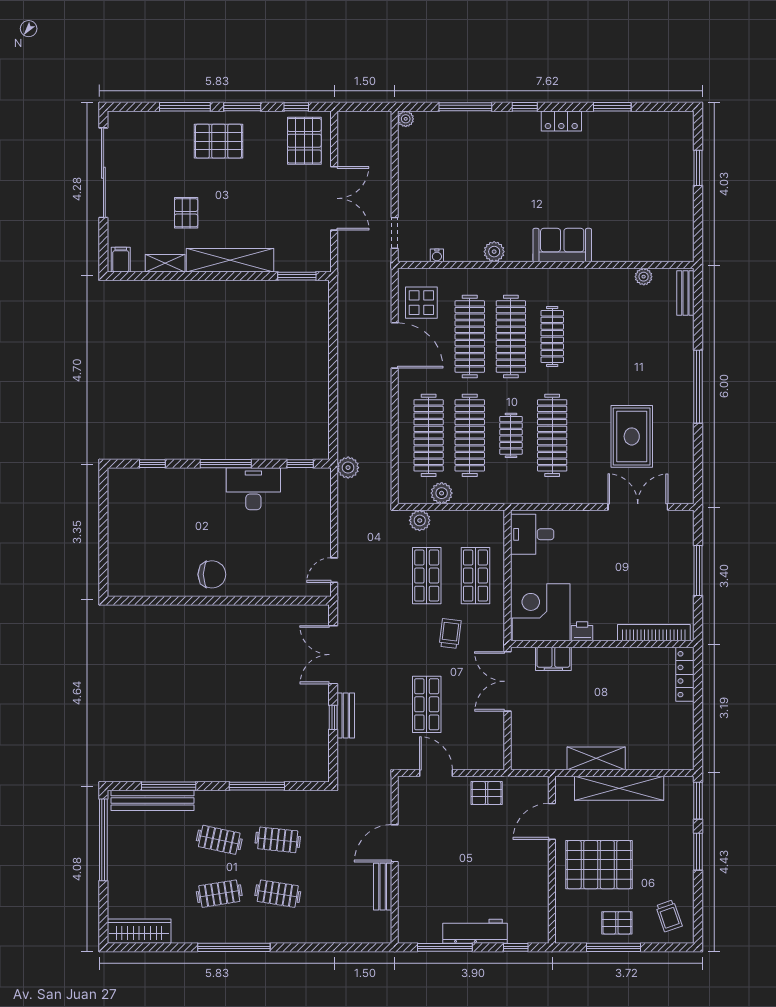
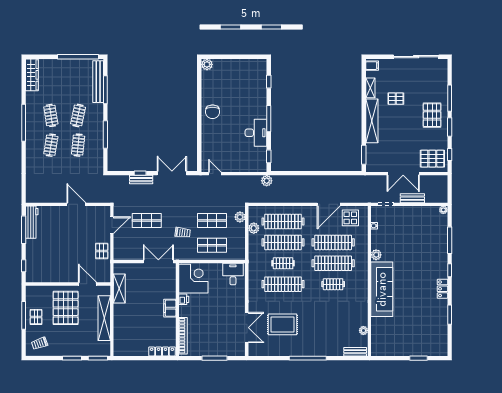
sofa: (562, 245) -> (382, 289), width x1.85, depth x1.27
clothes rail: (552, 337) -> (333, 284), width x0.73
plant: (119, 585) -> (207, 64), added
filing cabinet: (553, 659) -> (170, 308), moved
shelving: (596, 758) -> (119, 289), moved
bench: (383, 887) -> (412, 198), moved
workbench: (475, 931) -> (32, 222), moved

